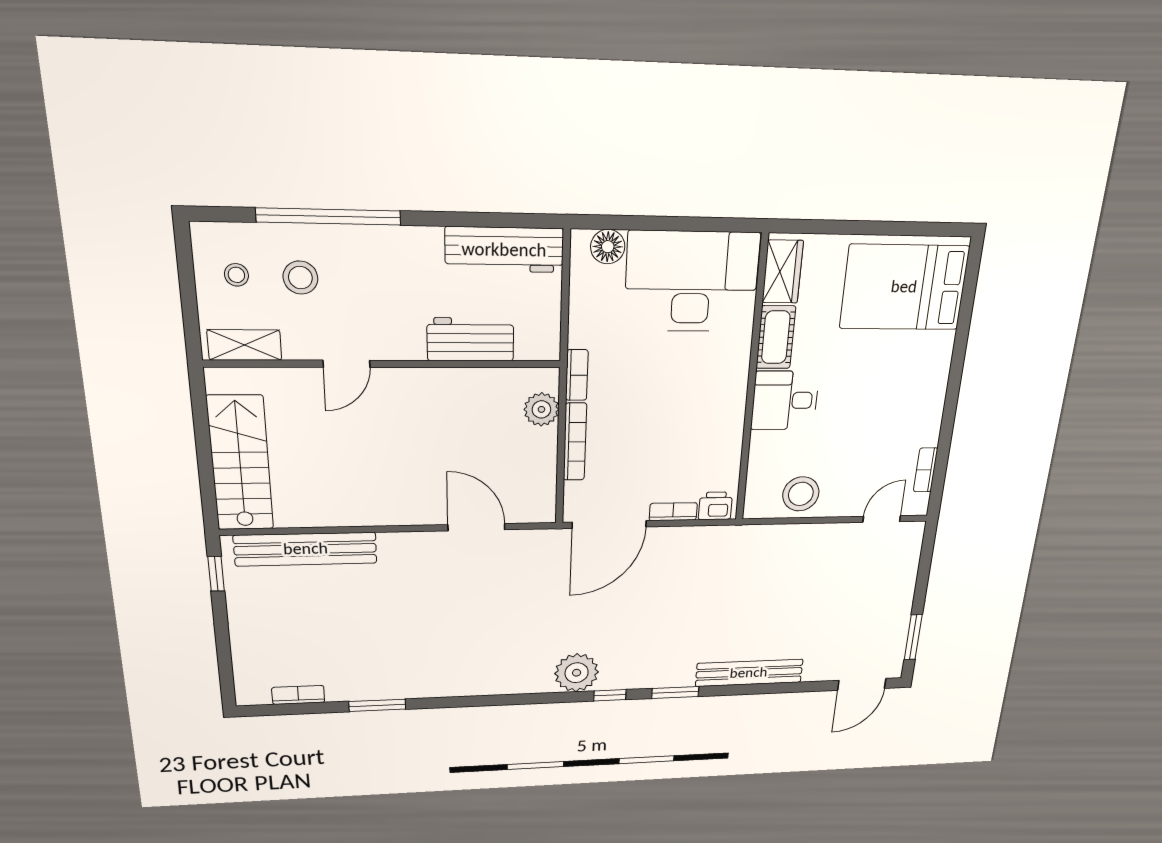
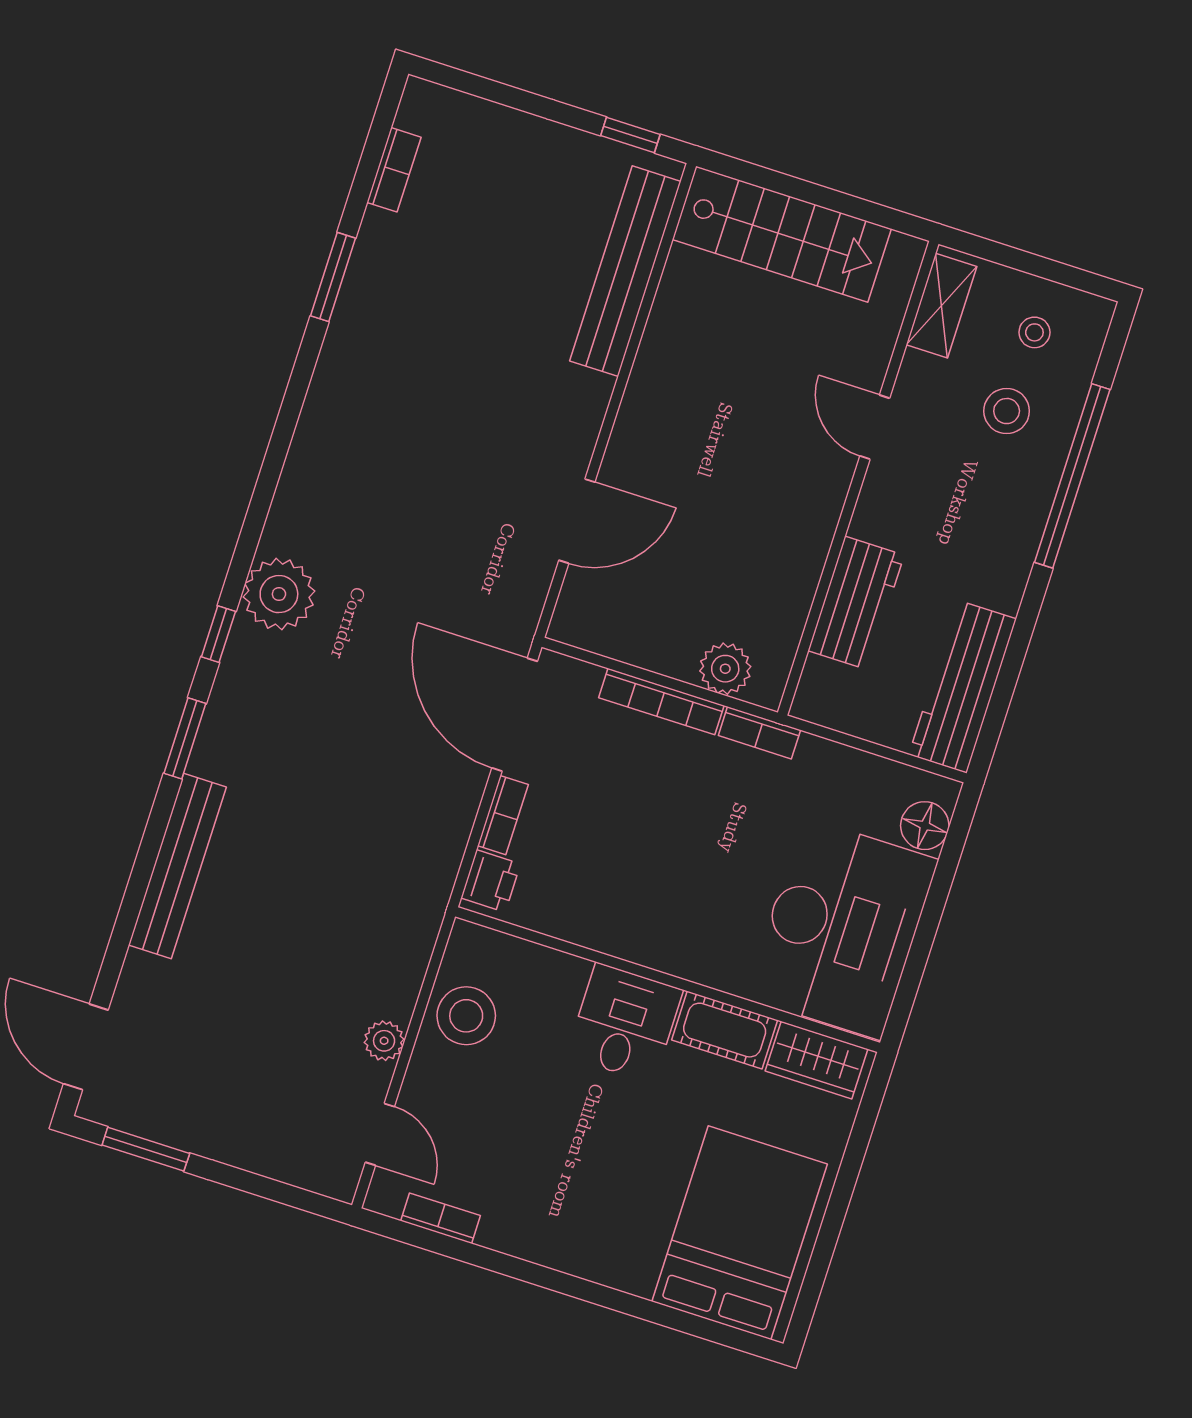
plant: (826, 534) -> (384, 1041), added

